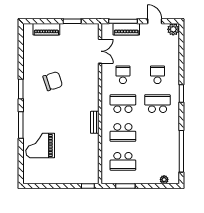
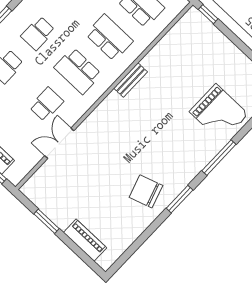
double door: (100, 51) -> (59, 143), moved
school desk: (123, 75) -> (46, 104), turned 180
chair: (53, 81) -> (146, 191), moved
school desk: (157, 104) -> (38, 33), width x0.54

